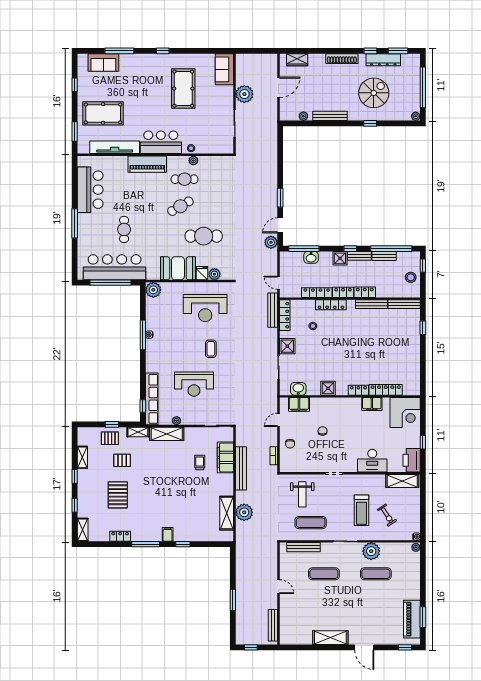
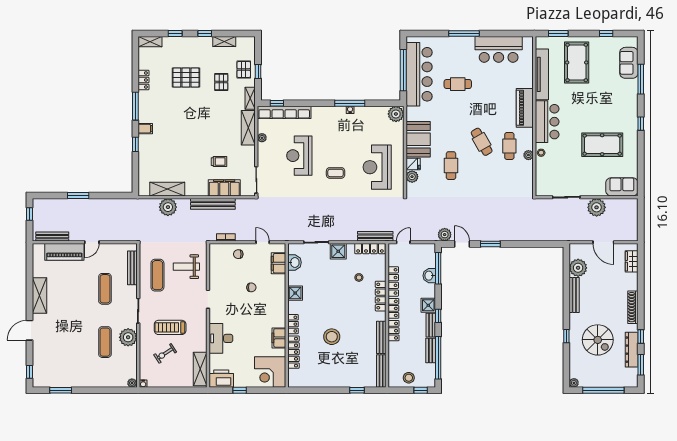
plant: (303, 116) -> (578, 268), width x1.88, depth x1.88
cafe table: (204, 236) -> (451, 166), width x0.73, depth x0.74
stool: (371, 353) -> (332, 337), added
piano: (412, 619) -> (64, 252), moved, turned 180

